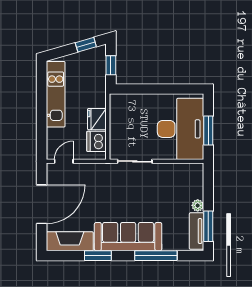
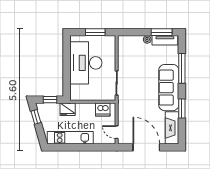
fridge: (97, 119) -> (68, 109), moved
desk: (181, 129) -> (86, 63), moved, turned -90

